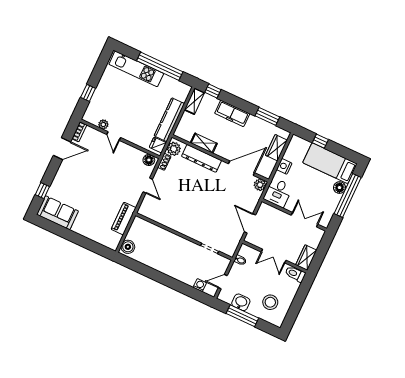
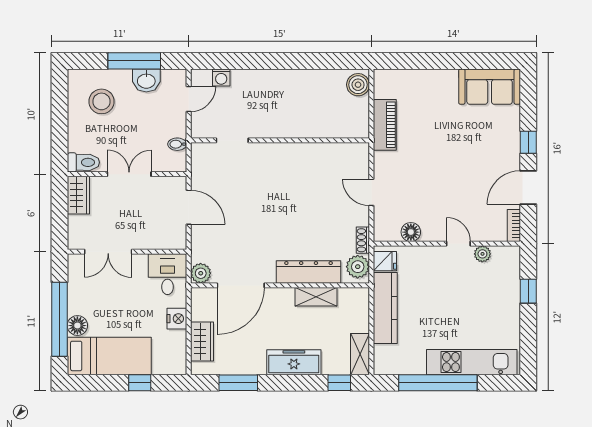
floor lamp: (149, 160) -> (411, 232), moved
window: (42, 191) -> (528, 142), moved

